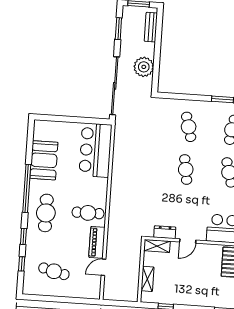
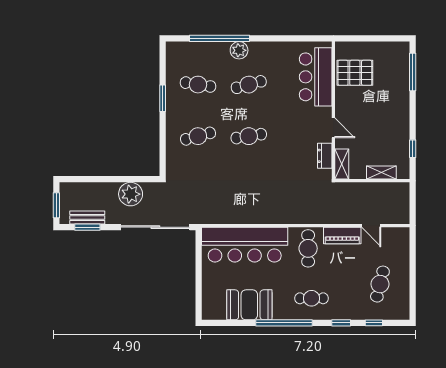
bench: (151, 27) -> (87, 217), moved
bar counter: (95, 150) -> (245, 245), width x1.36
cafe table: (46, 213) -> (312, 298), width x0.73, depth x0.74

